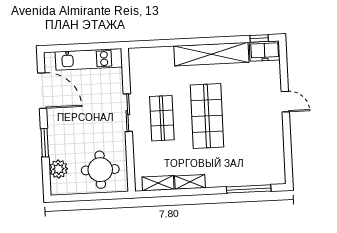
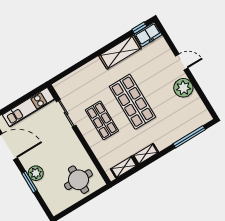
shelving: (211, 54) -> (120, 52), width x0.68
sliding door: (128, 113) -> (66, 113), moved
plant: (272, 131) -> (183, 88), added
plant: (58, 169) -> (36, 173), moved

